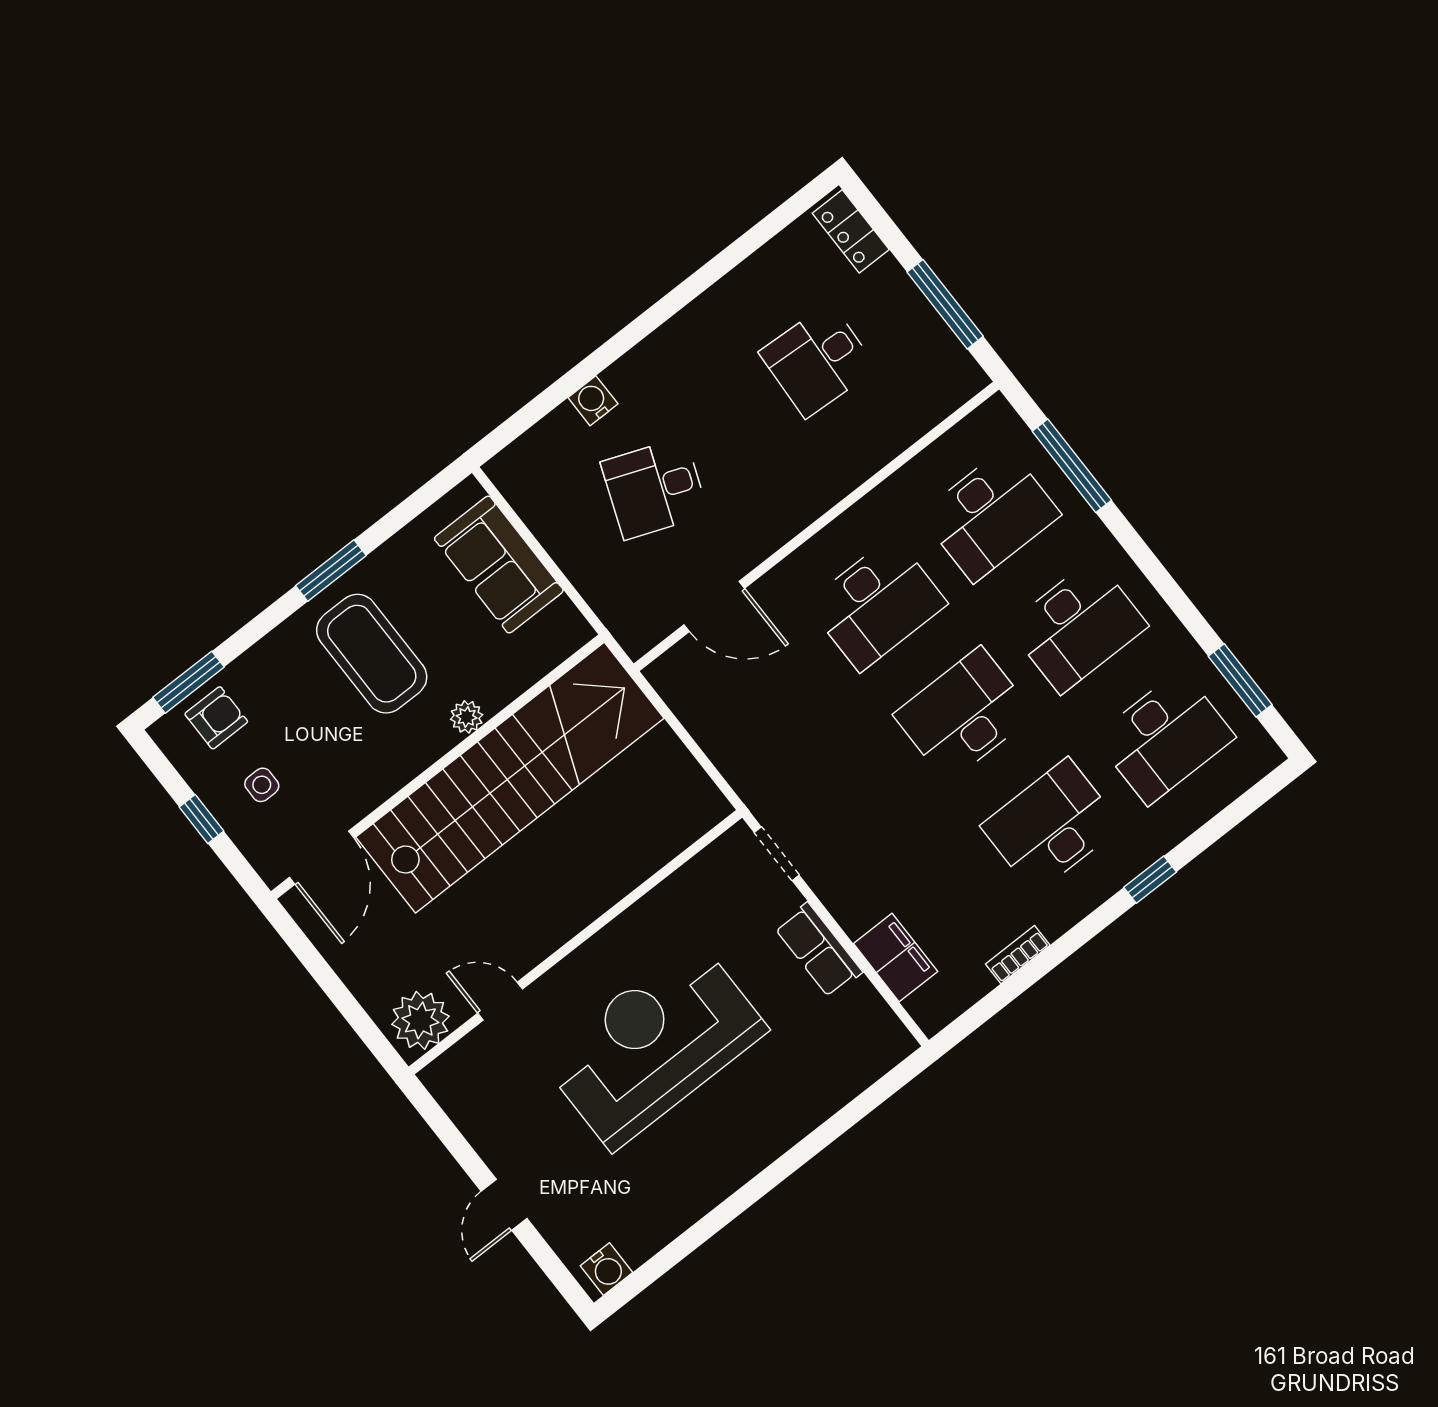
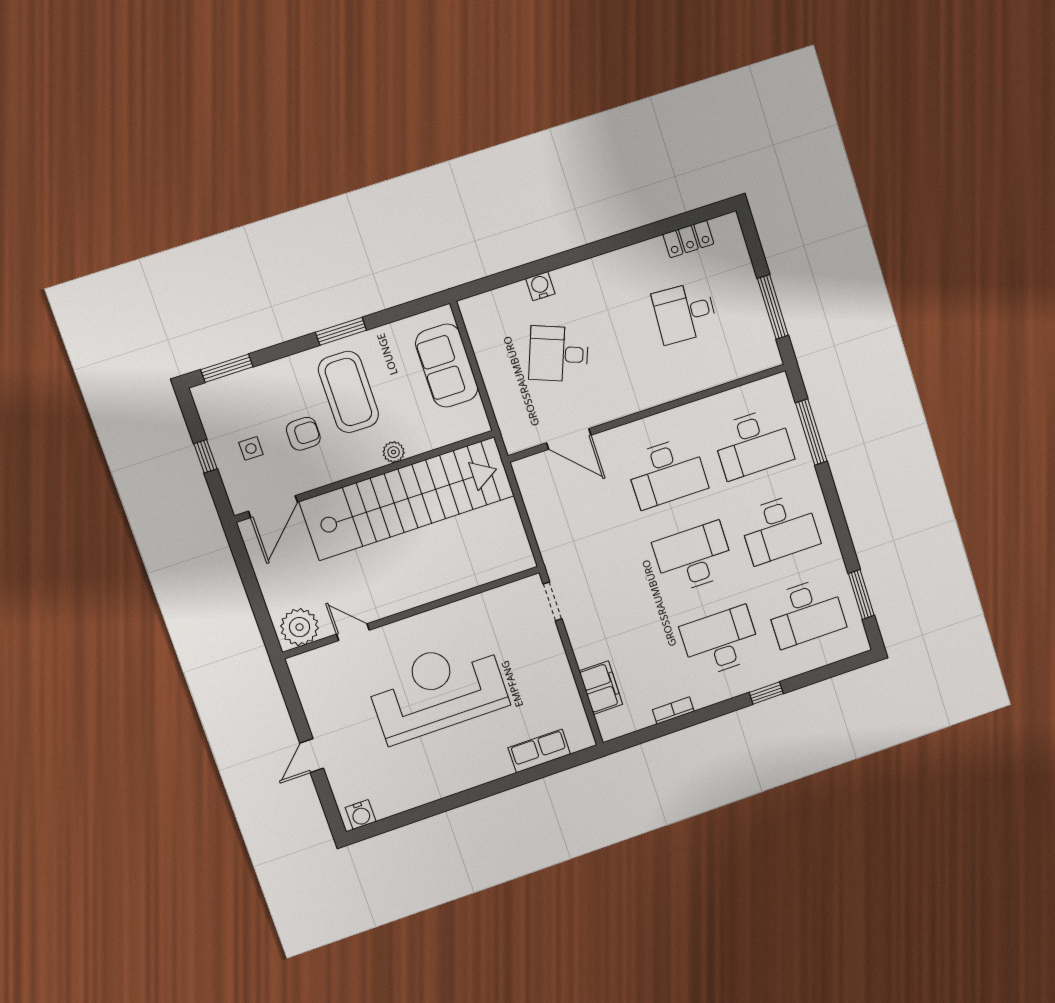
locker: (851, 231) -> (688, 239), moved, turned -90
armchair: (216, 718) -> (303, 434), moved
row of seats: (819, 950) -> (539, 751), moved, turned 90

